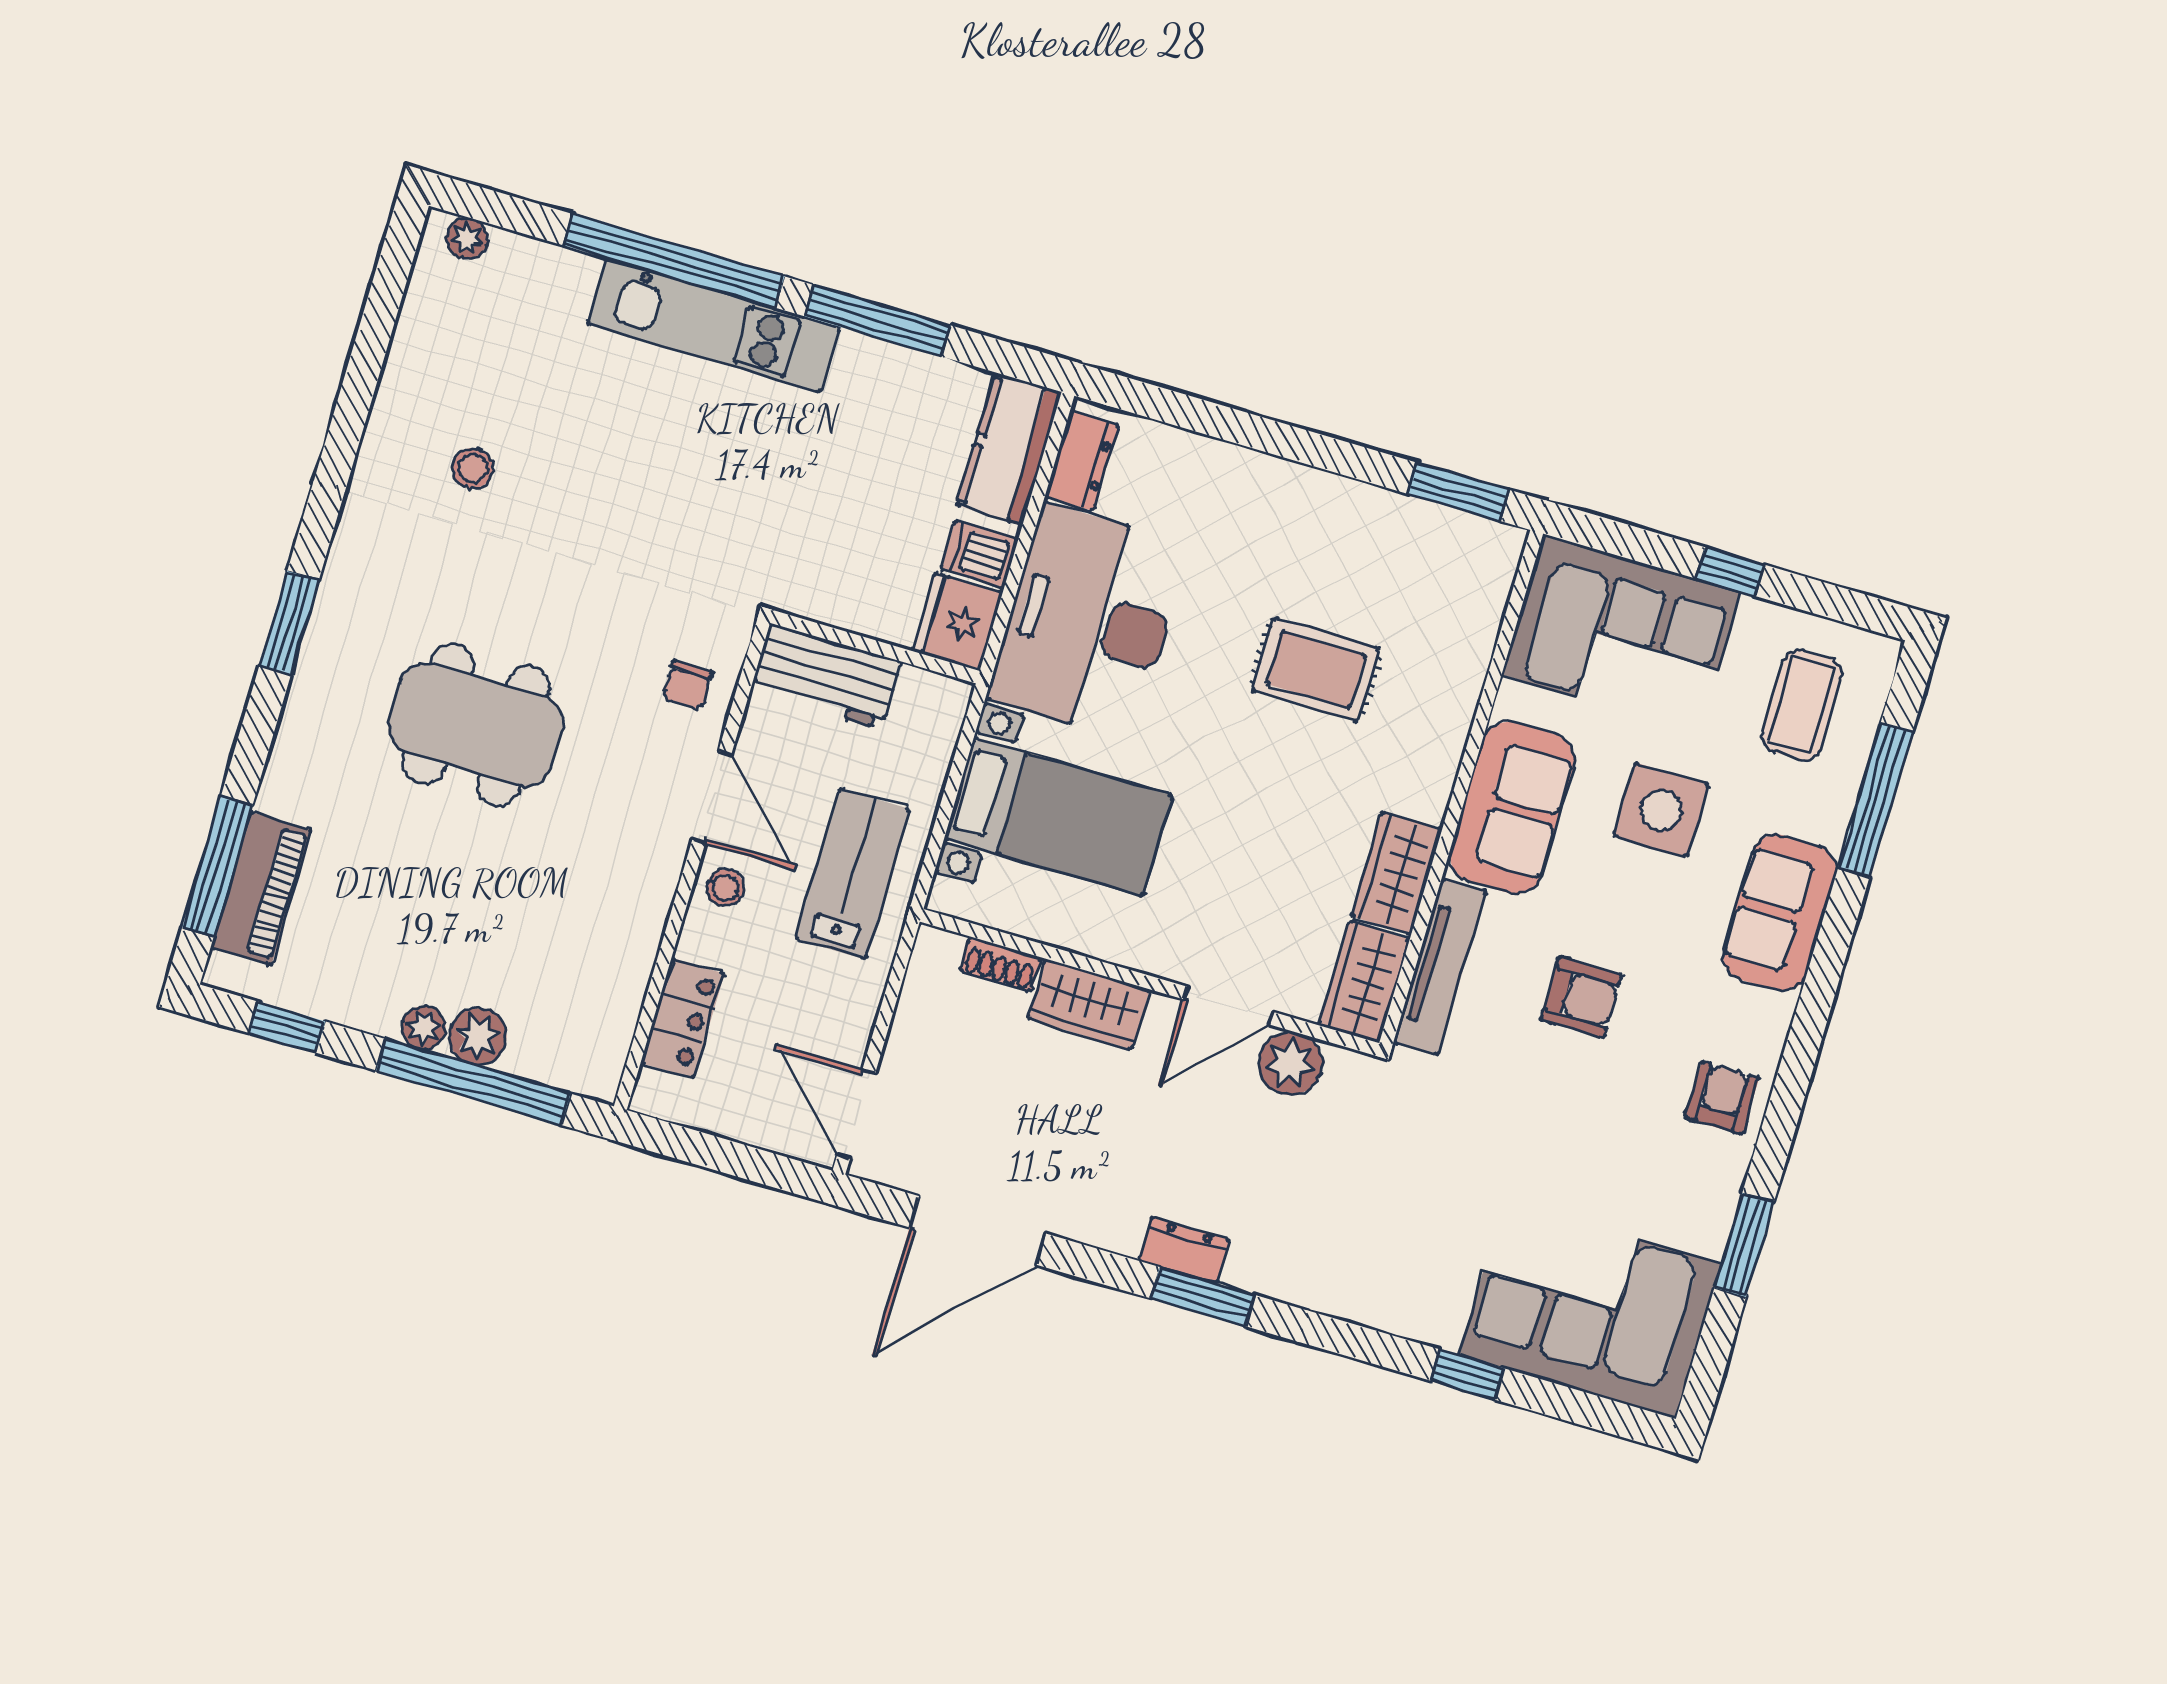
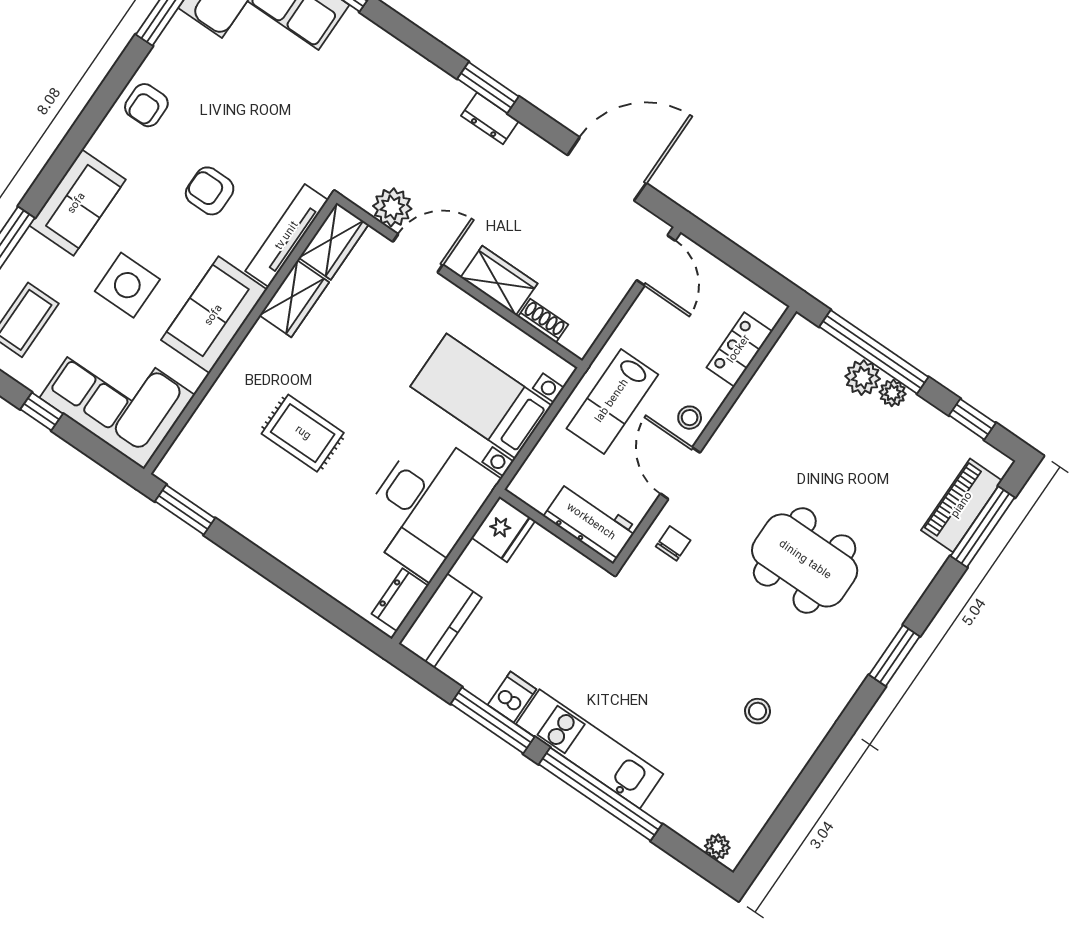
dishwasher: (980, 554) -> (512, 697), moved, turned -90

